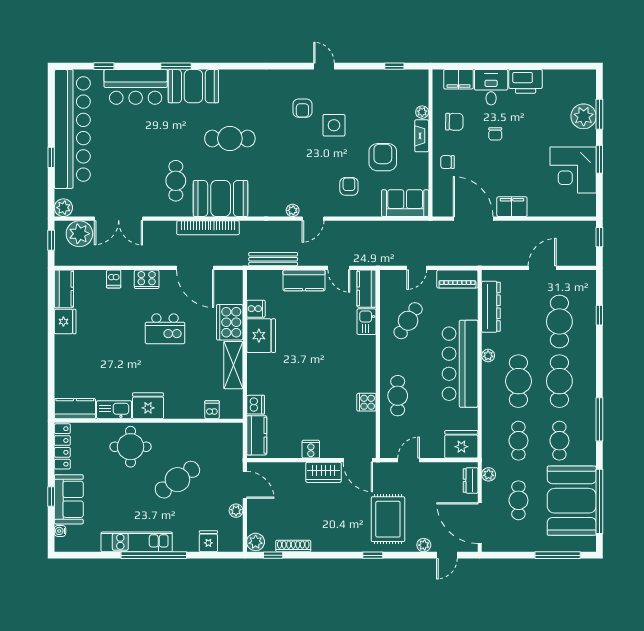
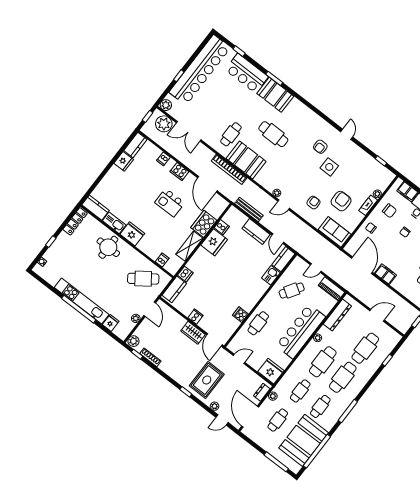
cafe table: (177, 480) -> (143, 279), moved
sofa: (69, 499) -> (58, 250), removed
kitchen unit: (137, 542) -> (82, 301), width x1.36

